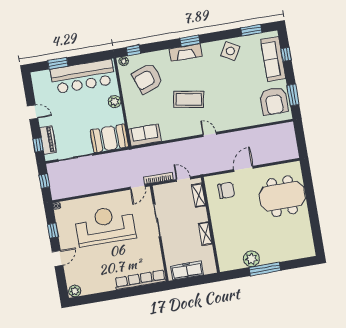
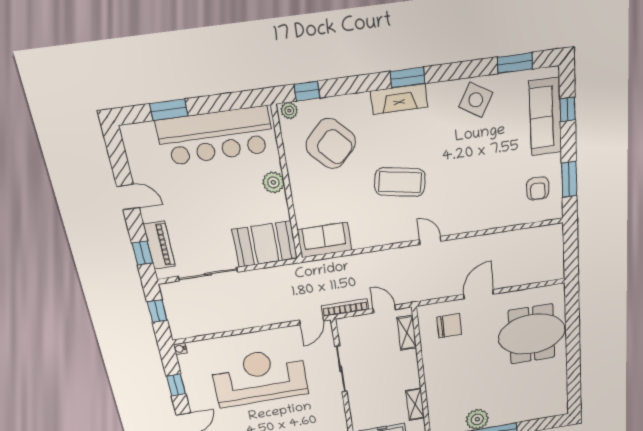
armchair: (147, 78) -> (331, 144), turned -115
armchair: (274, 101) -> (538, 189), width x0.53, depth x0.53
shelving: (205, 234) -> (415, 404), moved

